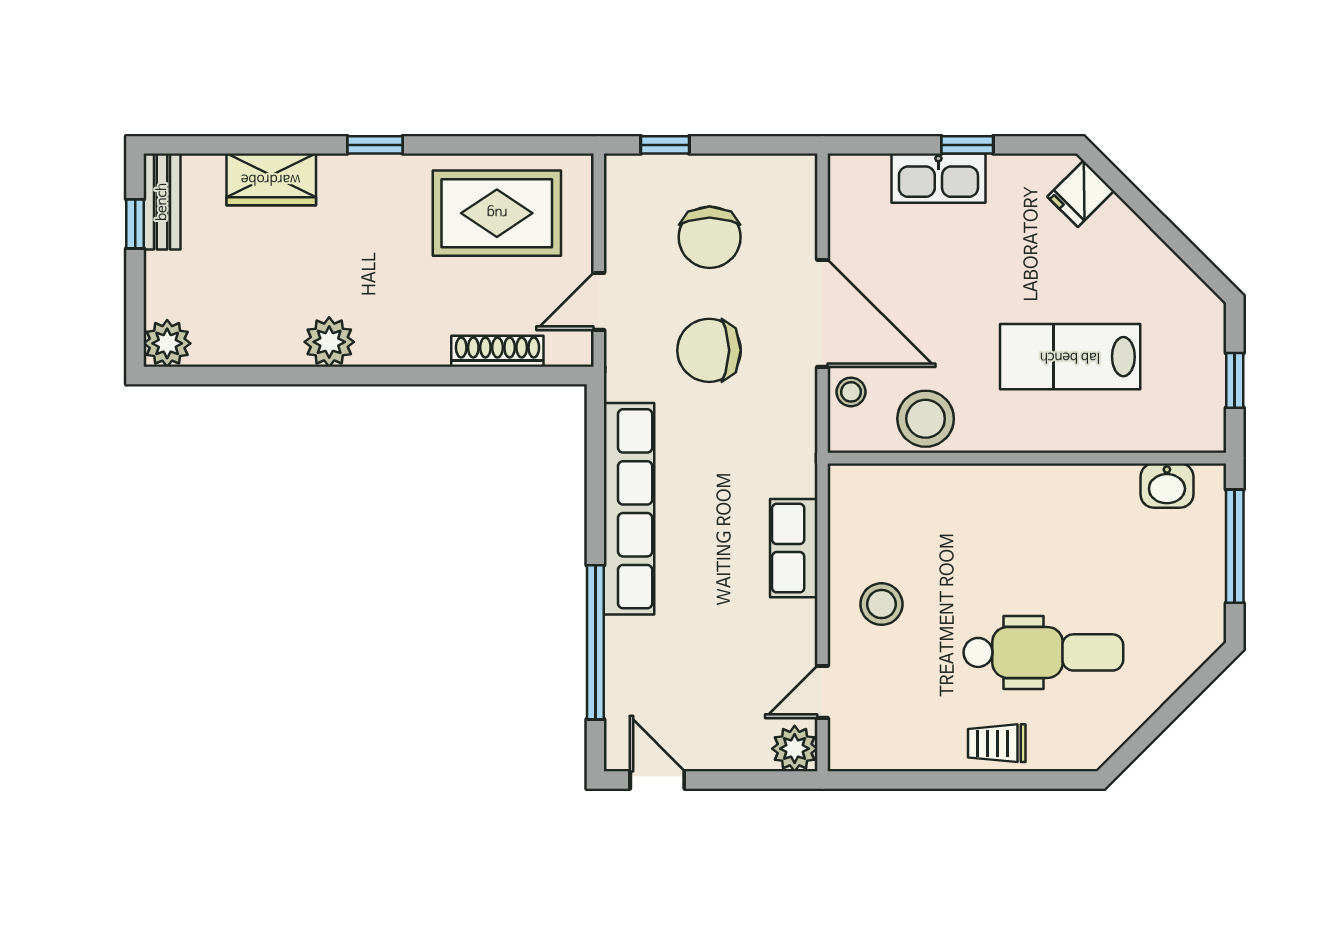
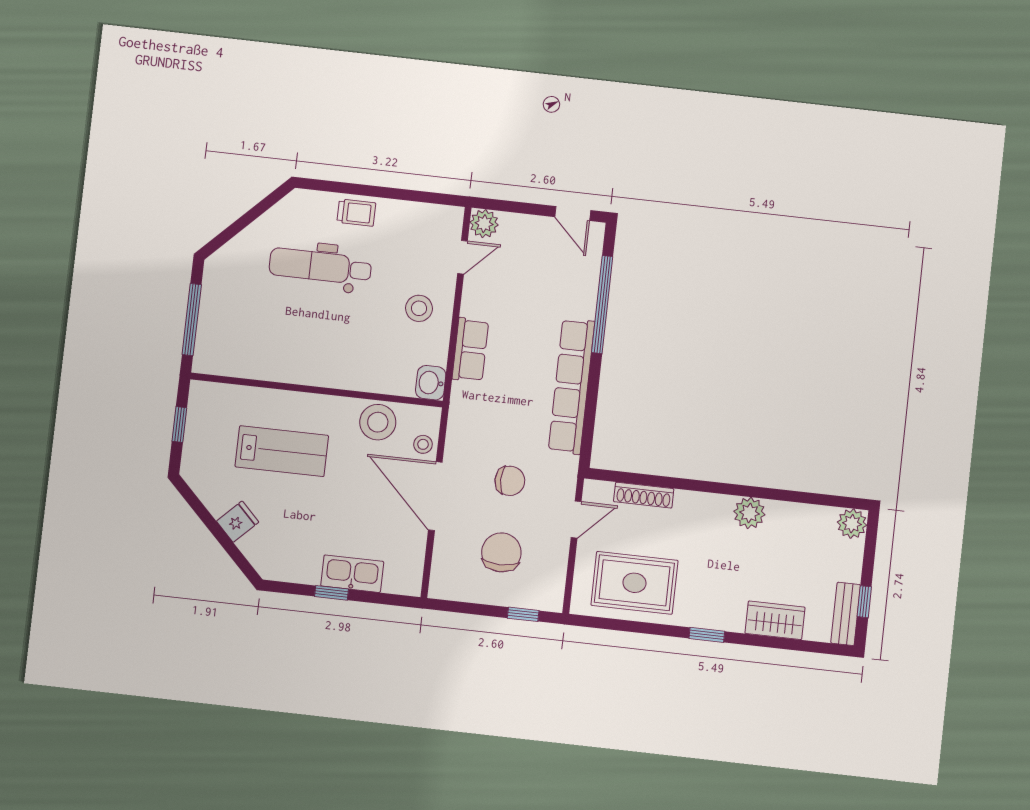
fridge: (1081, 194) -> (238, 522), moved
chair: (709, 350) -> (510, 481), width x0.73, depth x0.73
washbasin: (1167, 486) -> (431, 383), moved, turned -90

